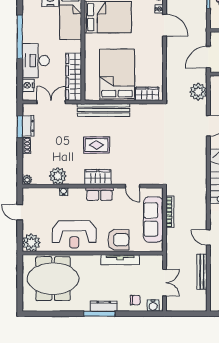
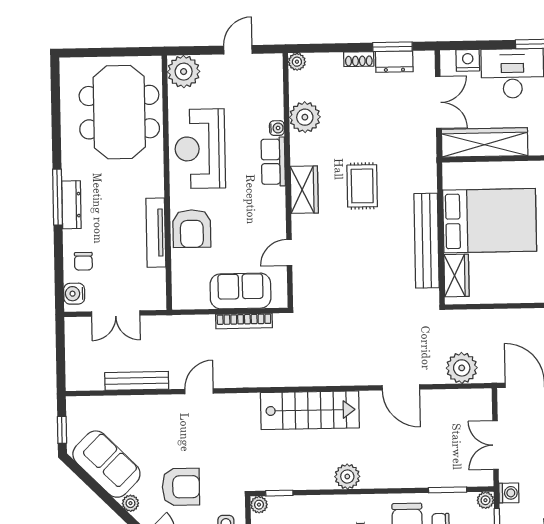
bench: (103, 110) -> (426, 241), moved
row of seats: (100, 194) -> (273, 162), moved
sofa: (153, 219) -> (240, 291), width x0.73

